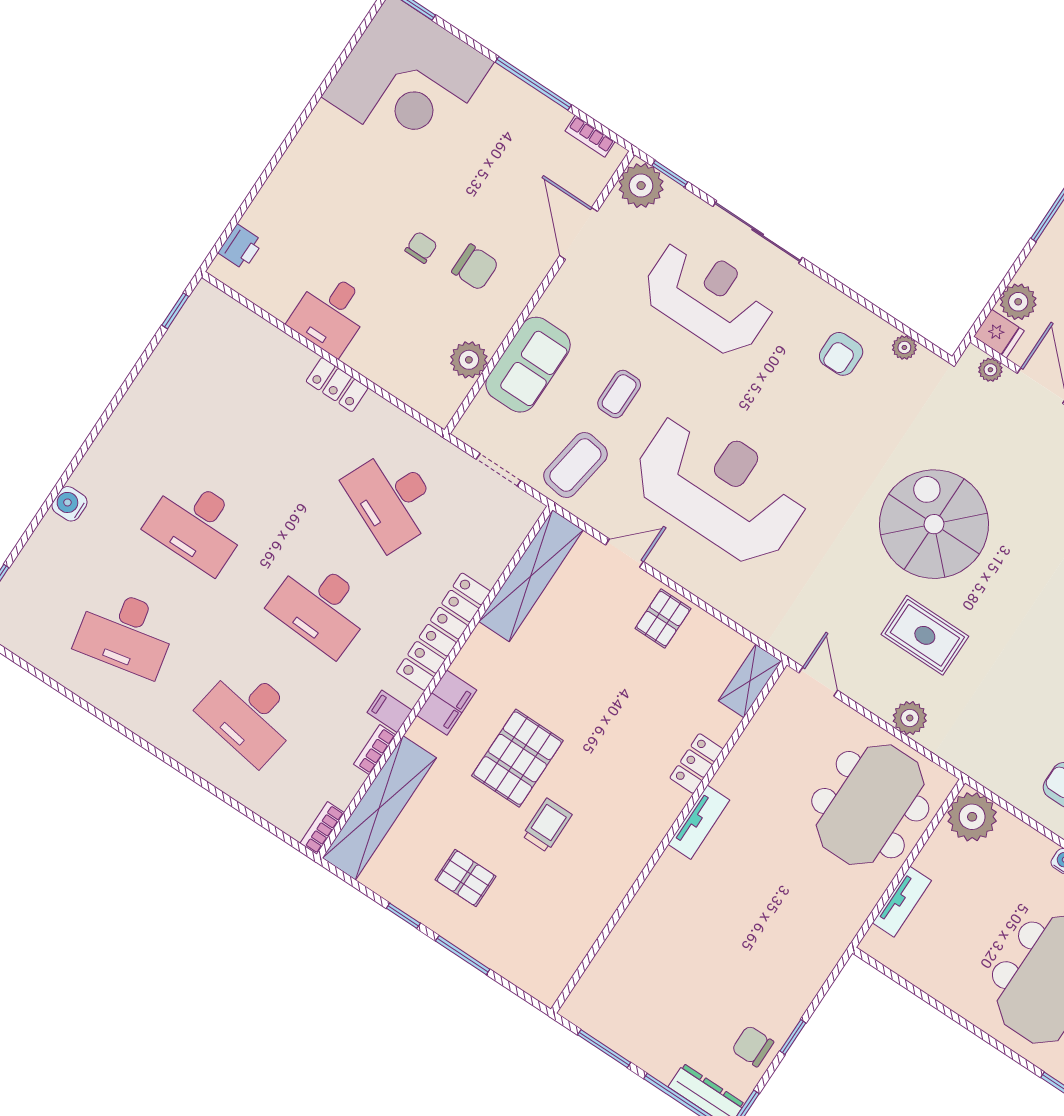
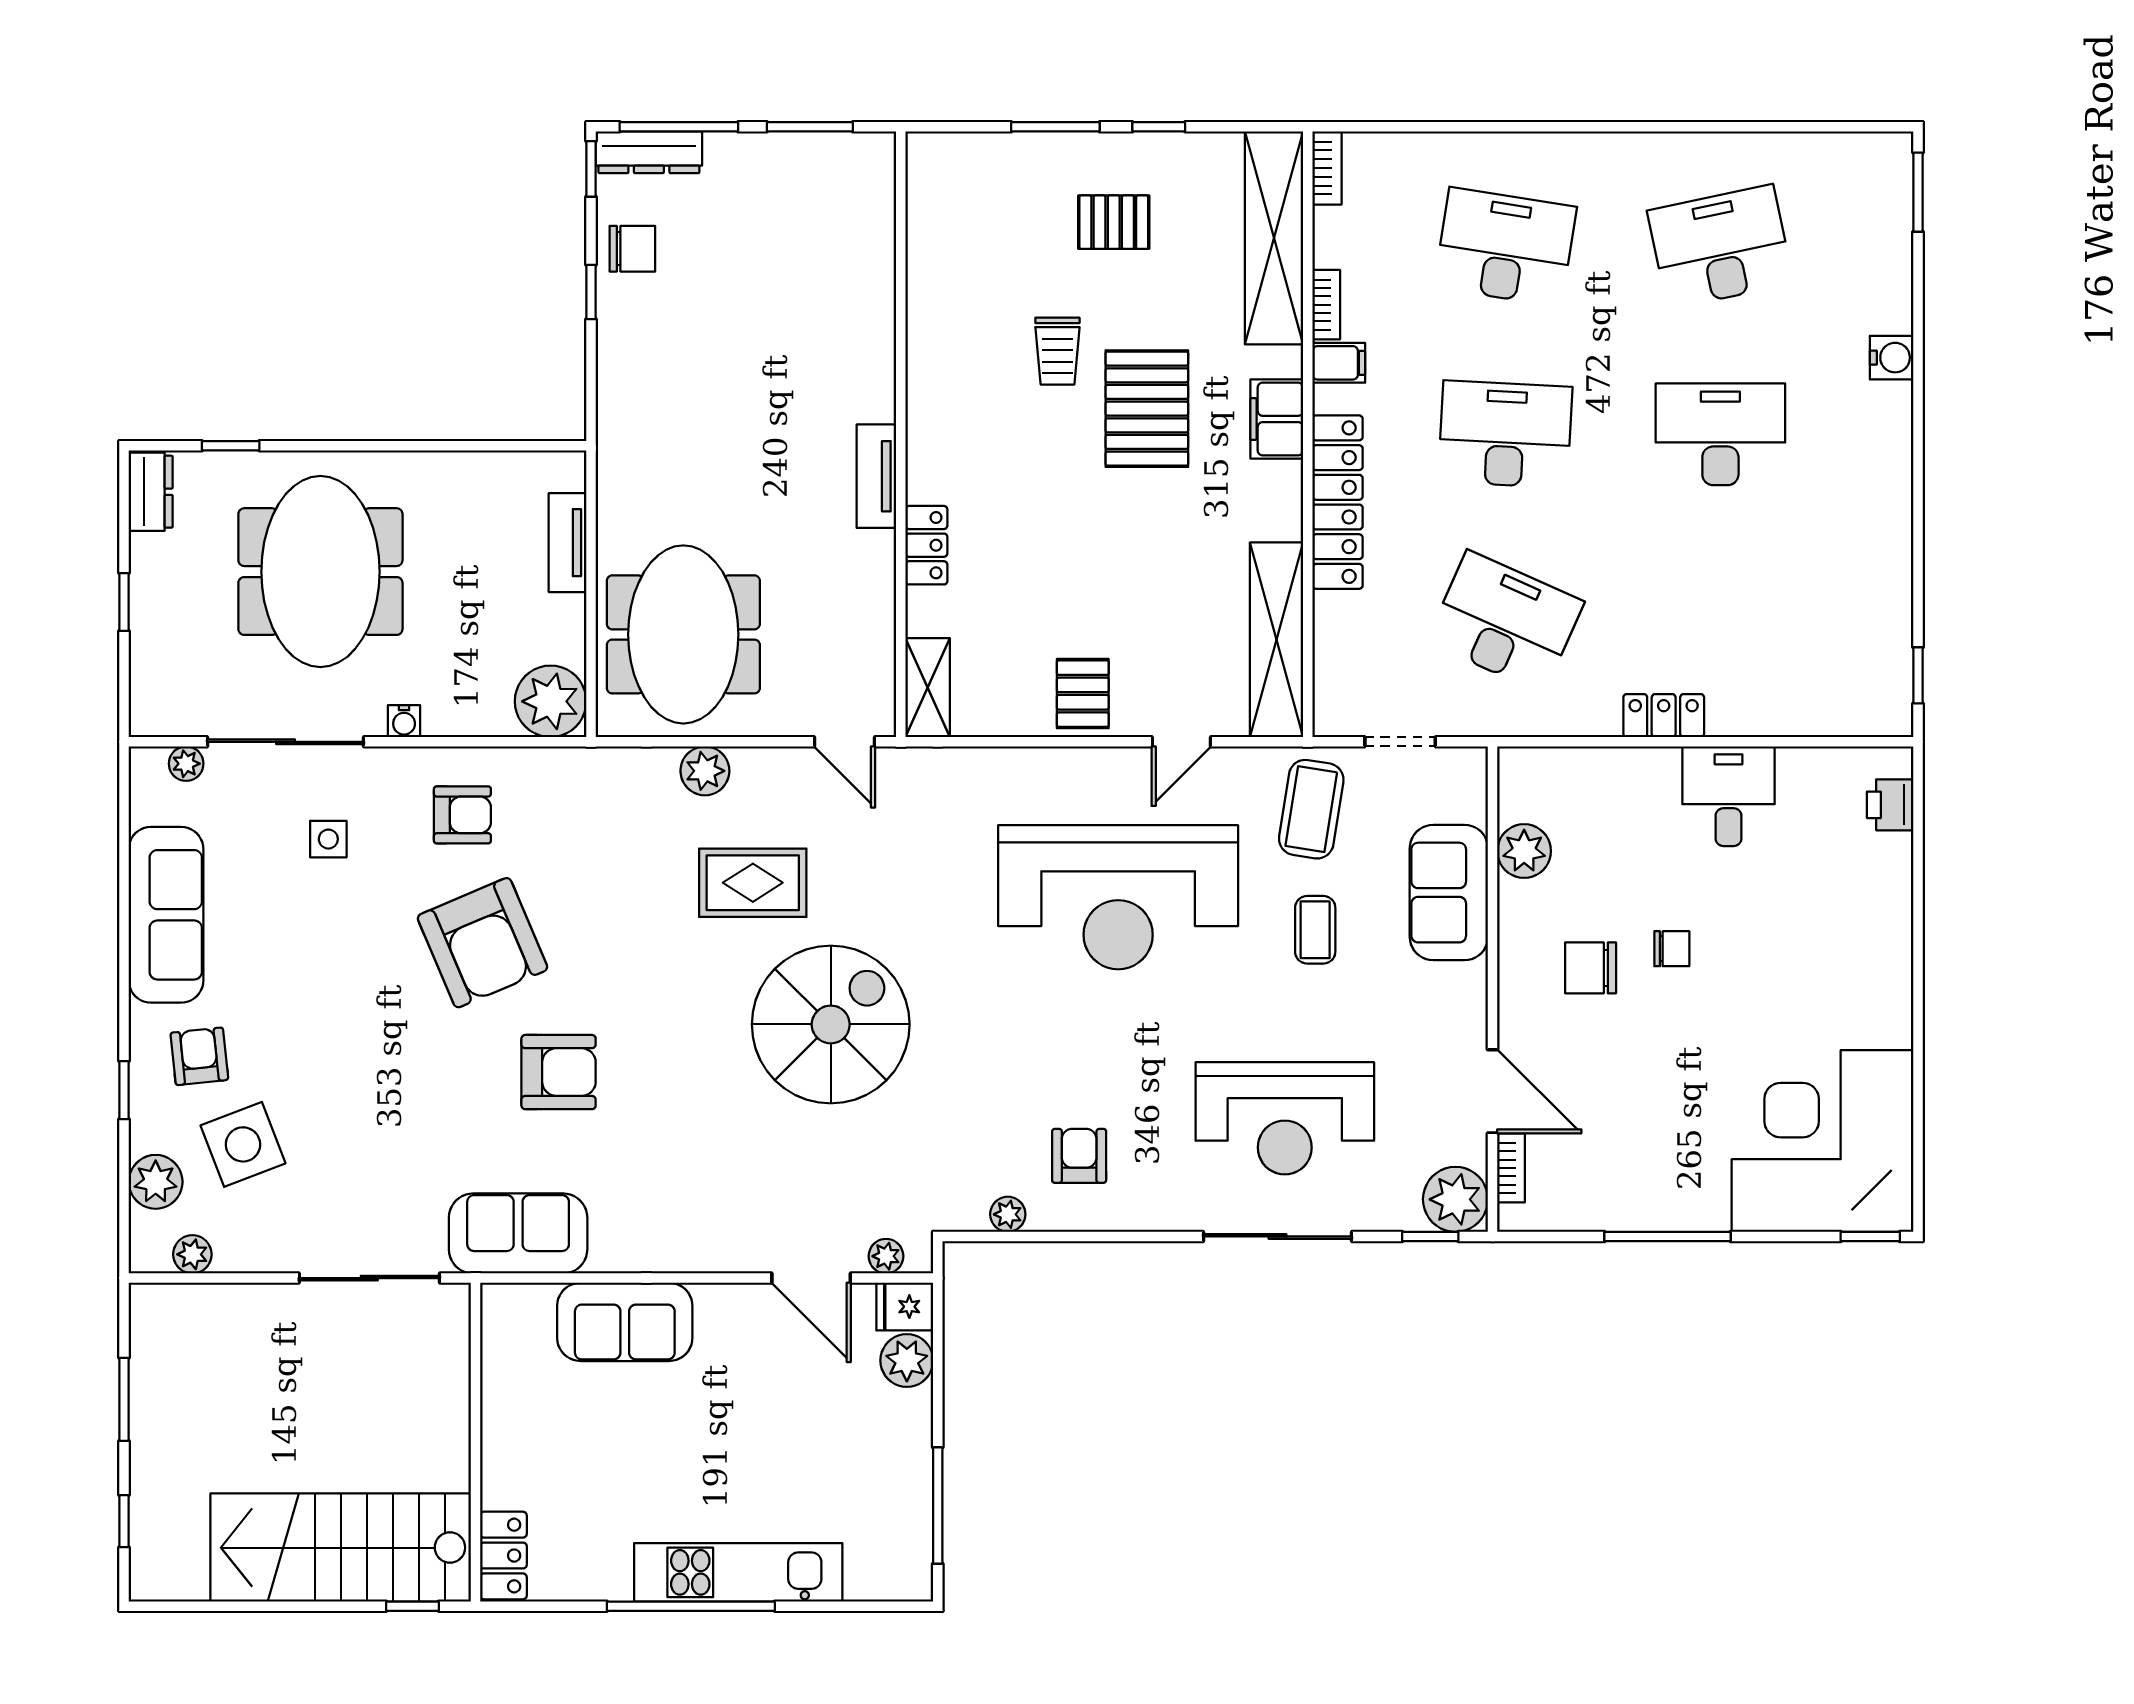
bookcase: (590, 136) -> (1511, 1168), moved, turned 90
chair: (421, 247) -> (1672, 949), turned -90
spiral stairs: (934, 524) -> (831, 1024), turned -90

